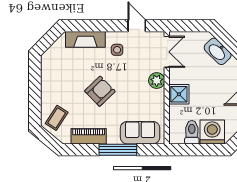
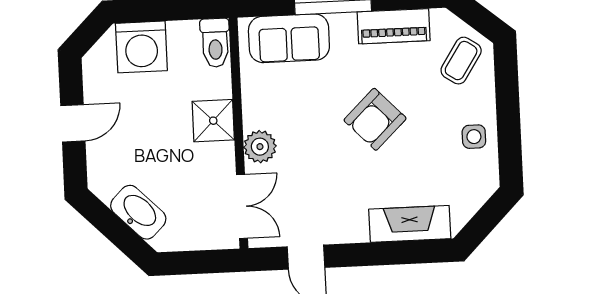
side table: (117, 50) -> (474, 137), moved
double door: (167, 52) -> (242, 206), swing flipped
toilet: (192, 132) -> (215, 43), moved

